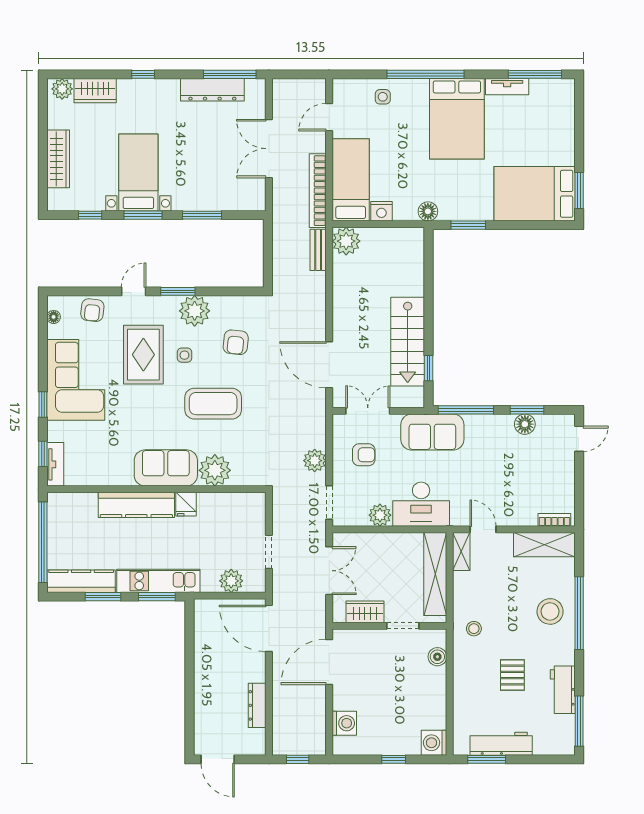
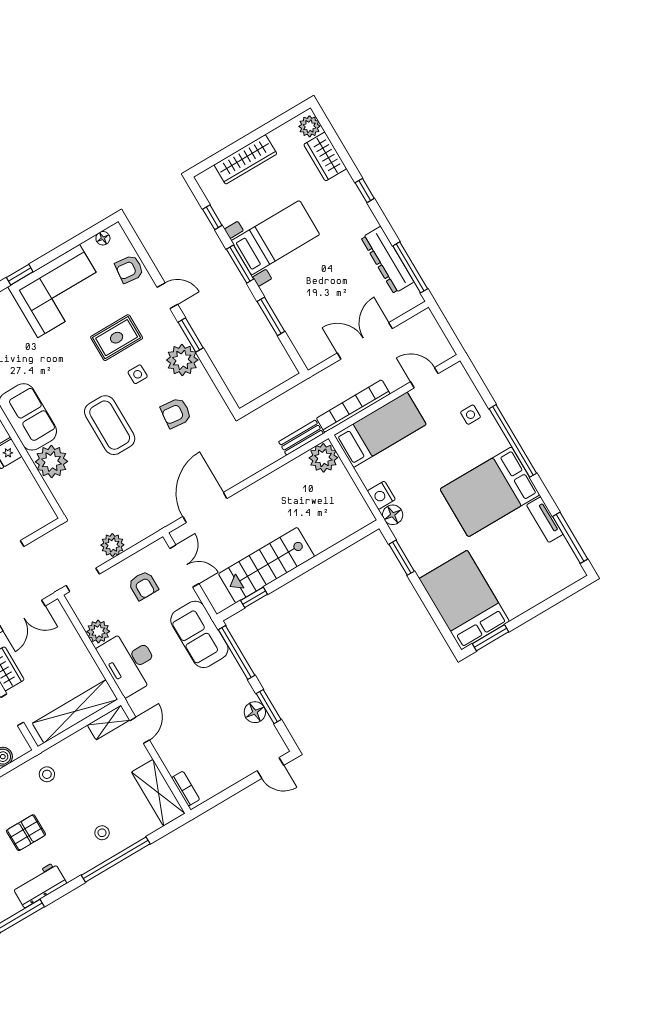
nightstand: (381, 211) -> (381, 495), moved
rug: (143, 355) -> (117, 338), width x0.73, depth x0.70
stool: (550, 611) -> (102, 833), width x0.53, depth x0.53

